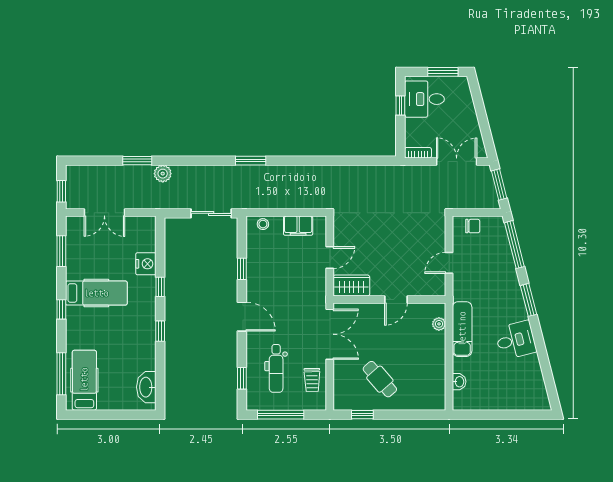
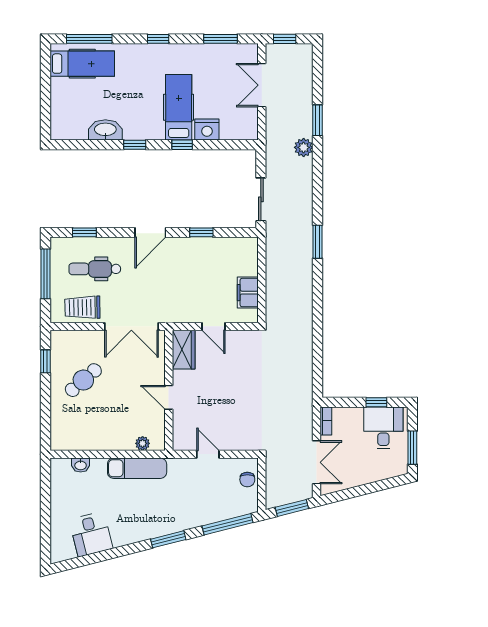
stool: (263, 224) -> (249, 255), removed
hospital bed: (96, 293) -> (179, 107), moved, turned 180
desk: (516, 340) -> (91, 534), moved
trolley: (312, 380) -> (82, 307), width x1.36, depth x1.39
washbasin: (146, 387) -> (105, 130), moved

